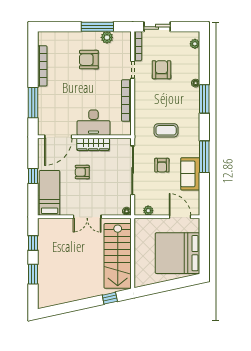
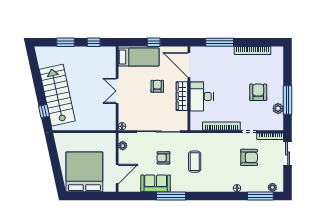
window: (204, 99) -> (260, 196), moved
stairs: (118, 256) -> (57, 95), moved, turned 78

